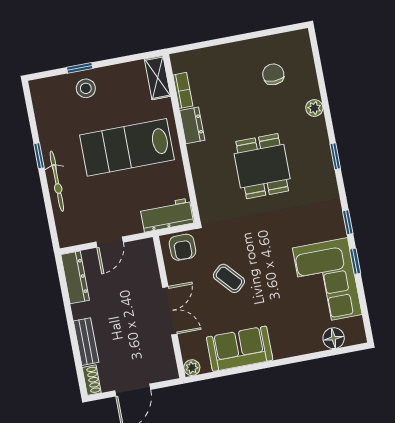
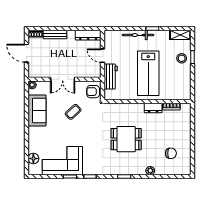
shelving: (157, 78) -> (180, 35), moved
lab bench: (127, 147) -> (148, 73), turned 180
workbench: (167, 215) -> (111, 77), moved

